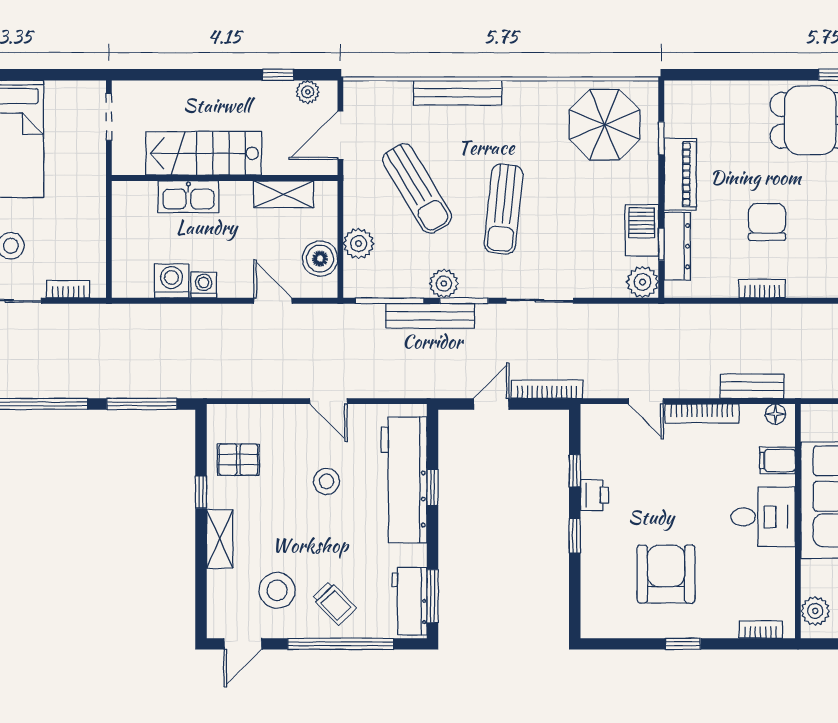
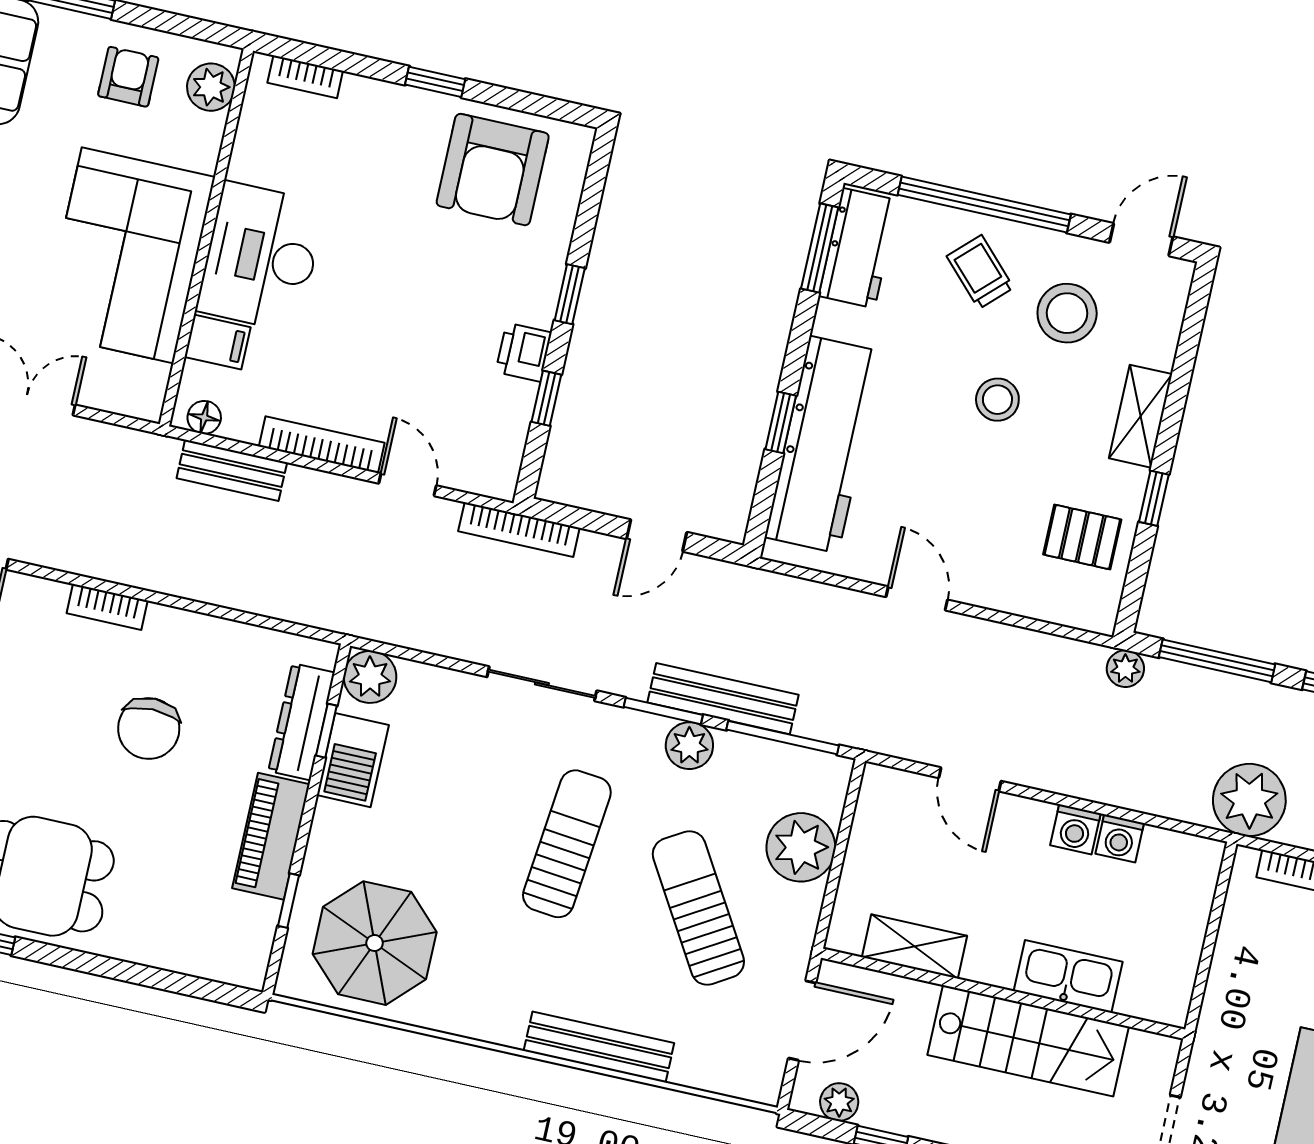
plant: (359, 244) -> (801, 847), width x1.36, depth x1.36
boiler: (320, 259) -> (879, 830), removed
washing machine: (171, 281) -> (1120, 838), width x0.73, depth x0.73
bookcase: (762, 289) -> (107, 607), moved
plant: (104, 326) -> (1249, 800), added
plant: (195, 387) -> (1125, 669), added
bookcase: (547, 389) -> (519, 530), moved
stool: (326, 481) -> (997, 400), moved
desk: (763, 517) -> (261, 257), width x1.37
armchair: (666, 574) -> (493, 170), moved

